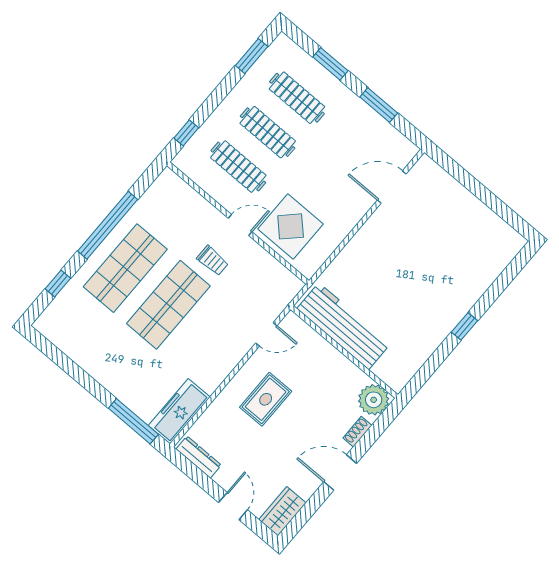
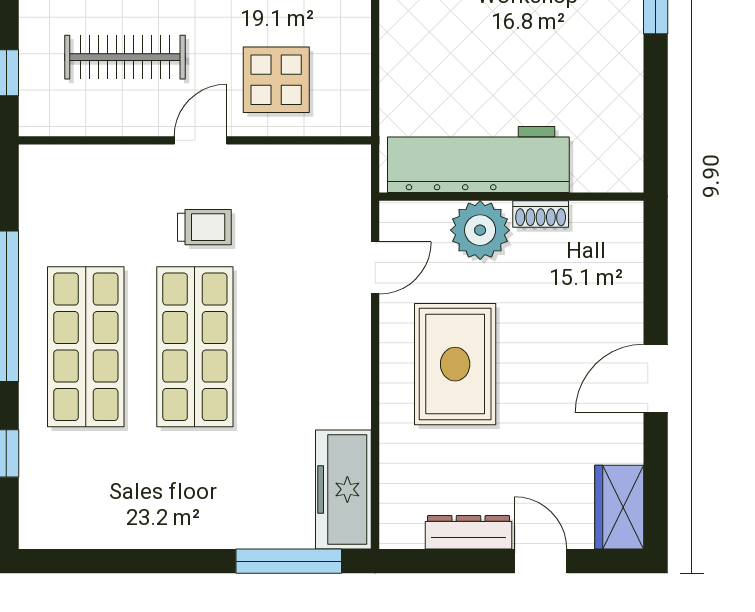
display table: (291, 226) -> (276, 80), width x0.73, depth x0.73
rug: (266, 399) -> (455, 364), width x1.36, depth x1.43
plant: (374, 400) -> (480, 230), moved
shoe rack: (357, 432) -> (541, 214), moved, turned -90
dresser: (199, 457) -> (469, 532), moved

